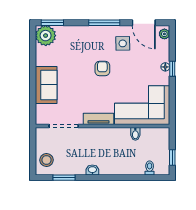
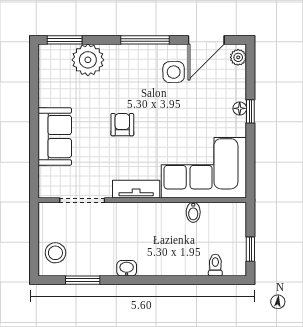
door: (144, 23) -> (206, 40), hinge flipped
plant: (46, 36) -> (88, 60), moved
armchair: (102, 69) -> (122, 125), moved

